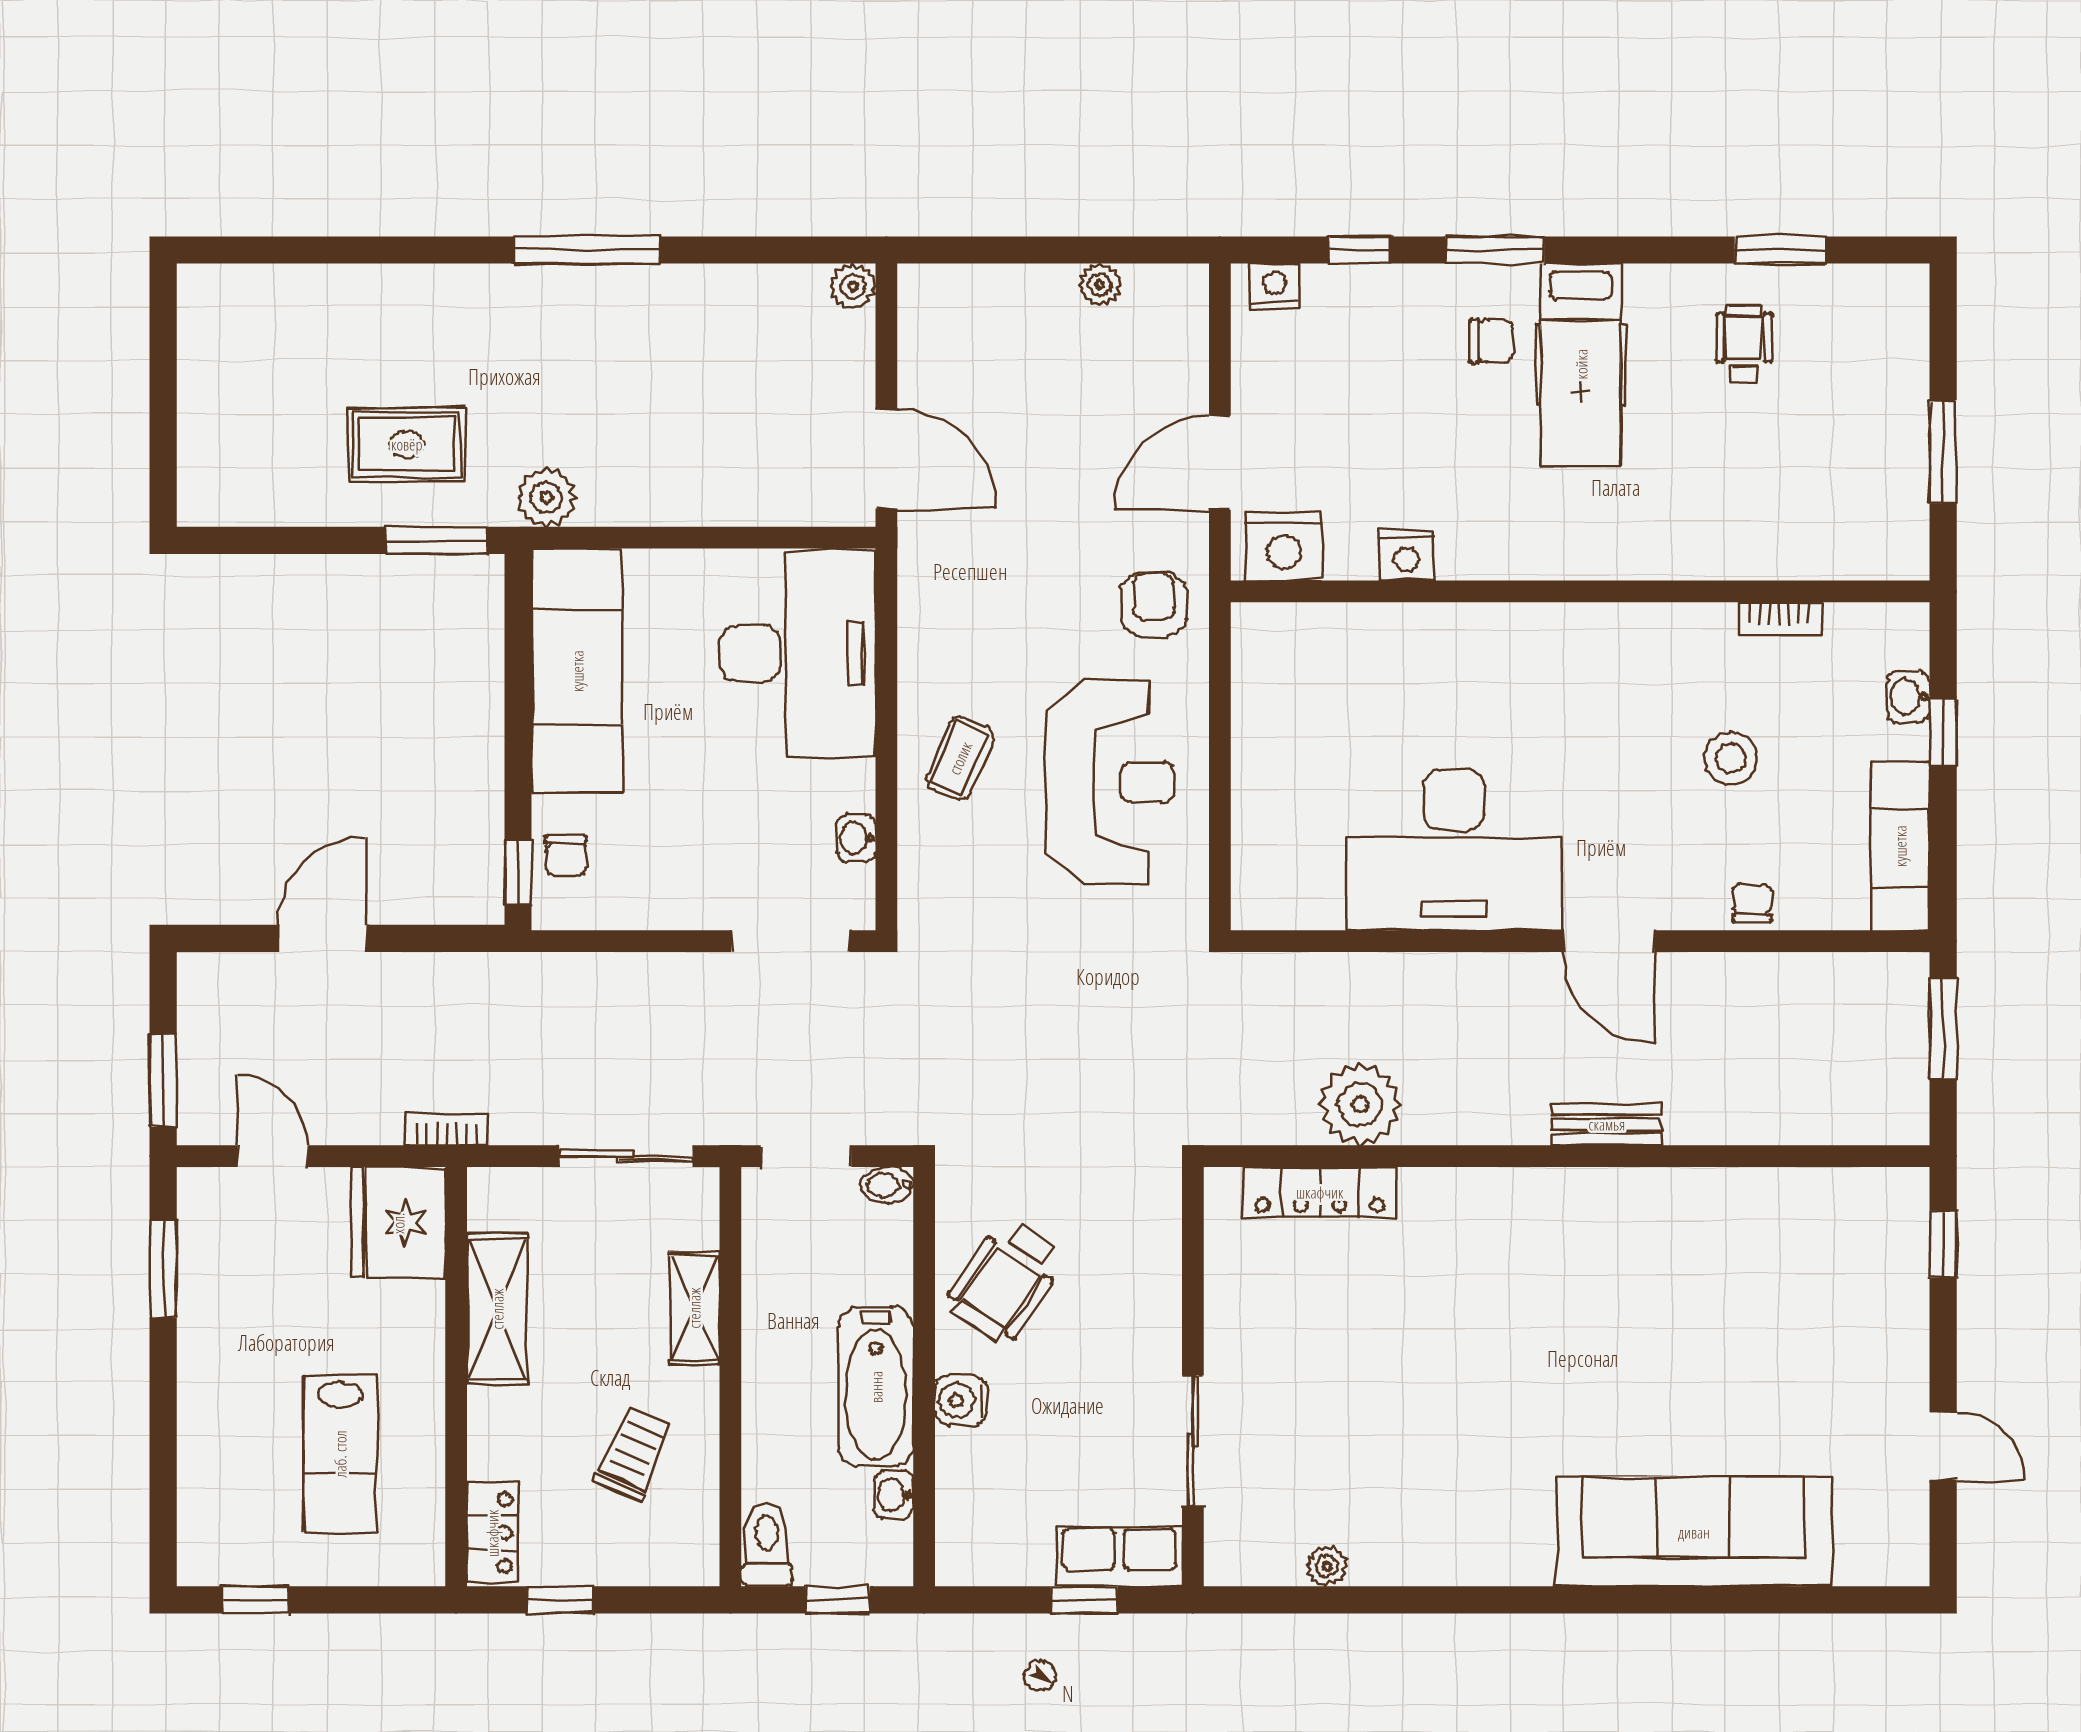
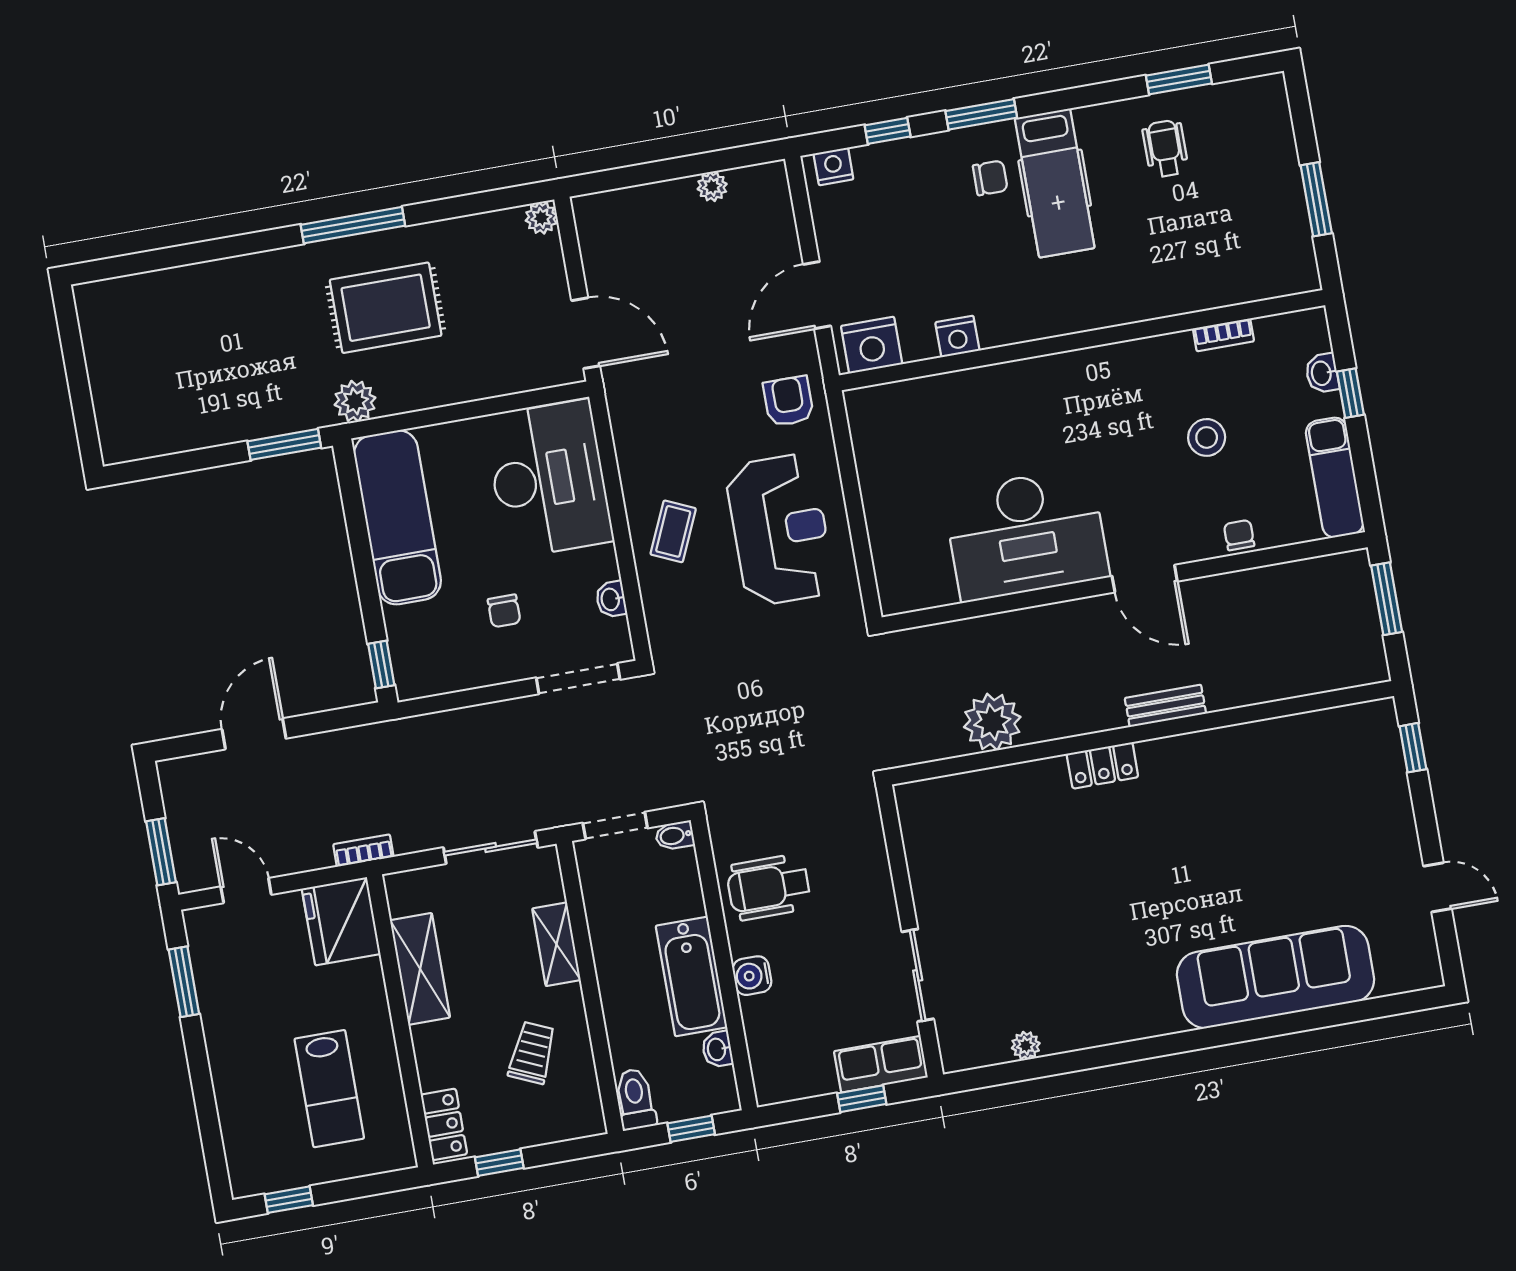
rug: (407, 444) -> (386, 308), moved, width x1.36, depth x1.43
chair: (566, 855) -> (504, 611), moved
locker: (1320, 1192) -> (1102, 765), moved, width x0.66
wheelchair: (1006, 1280) -> (768, 887), turned 56

